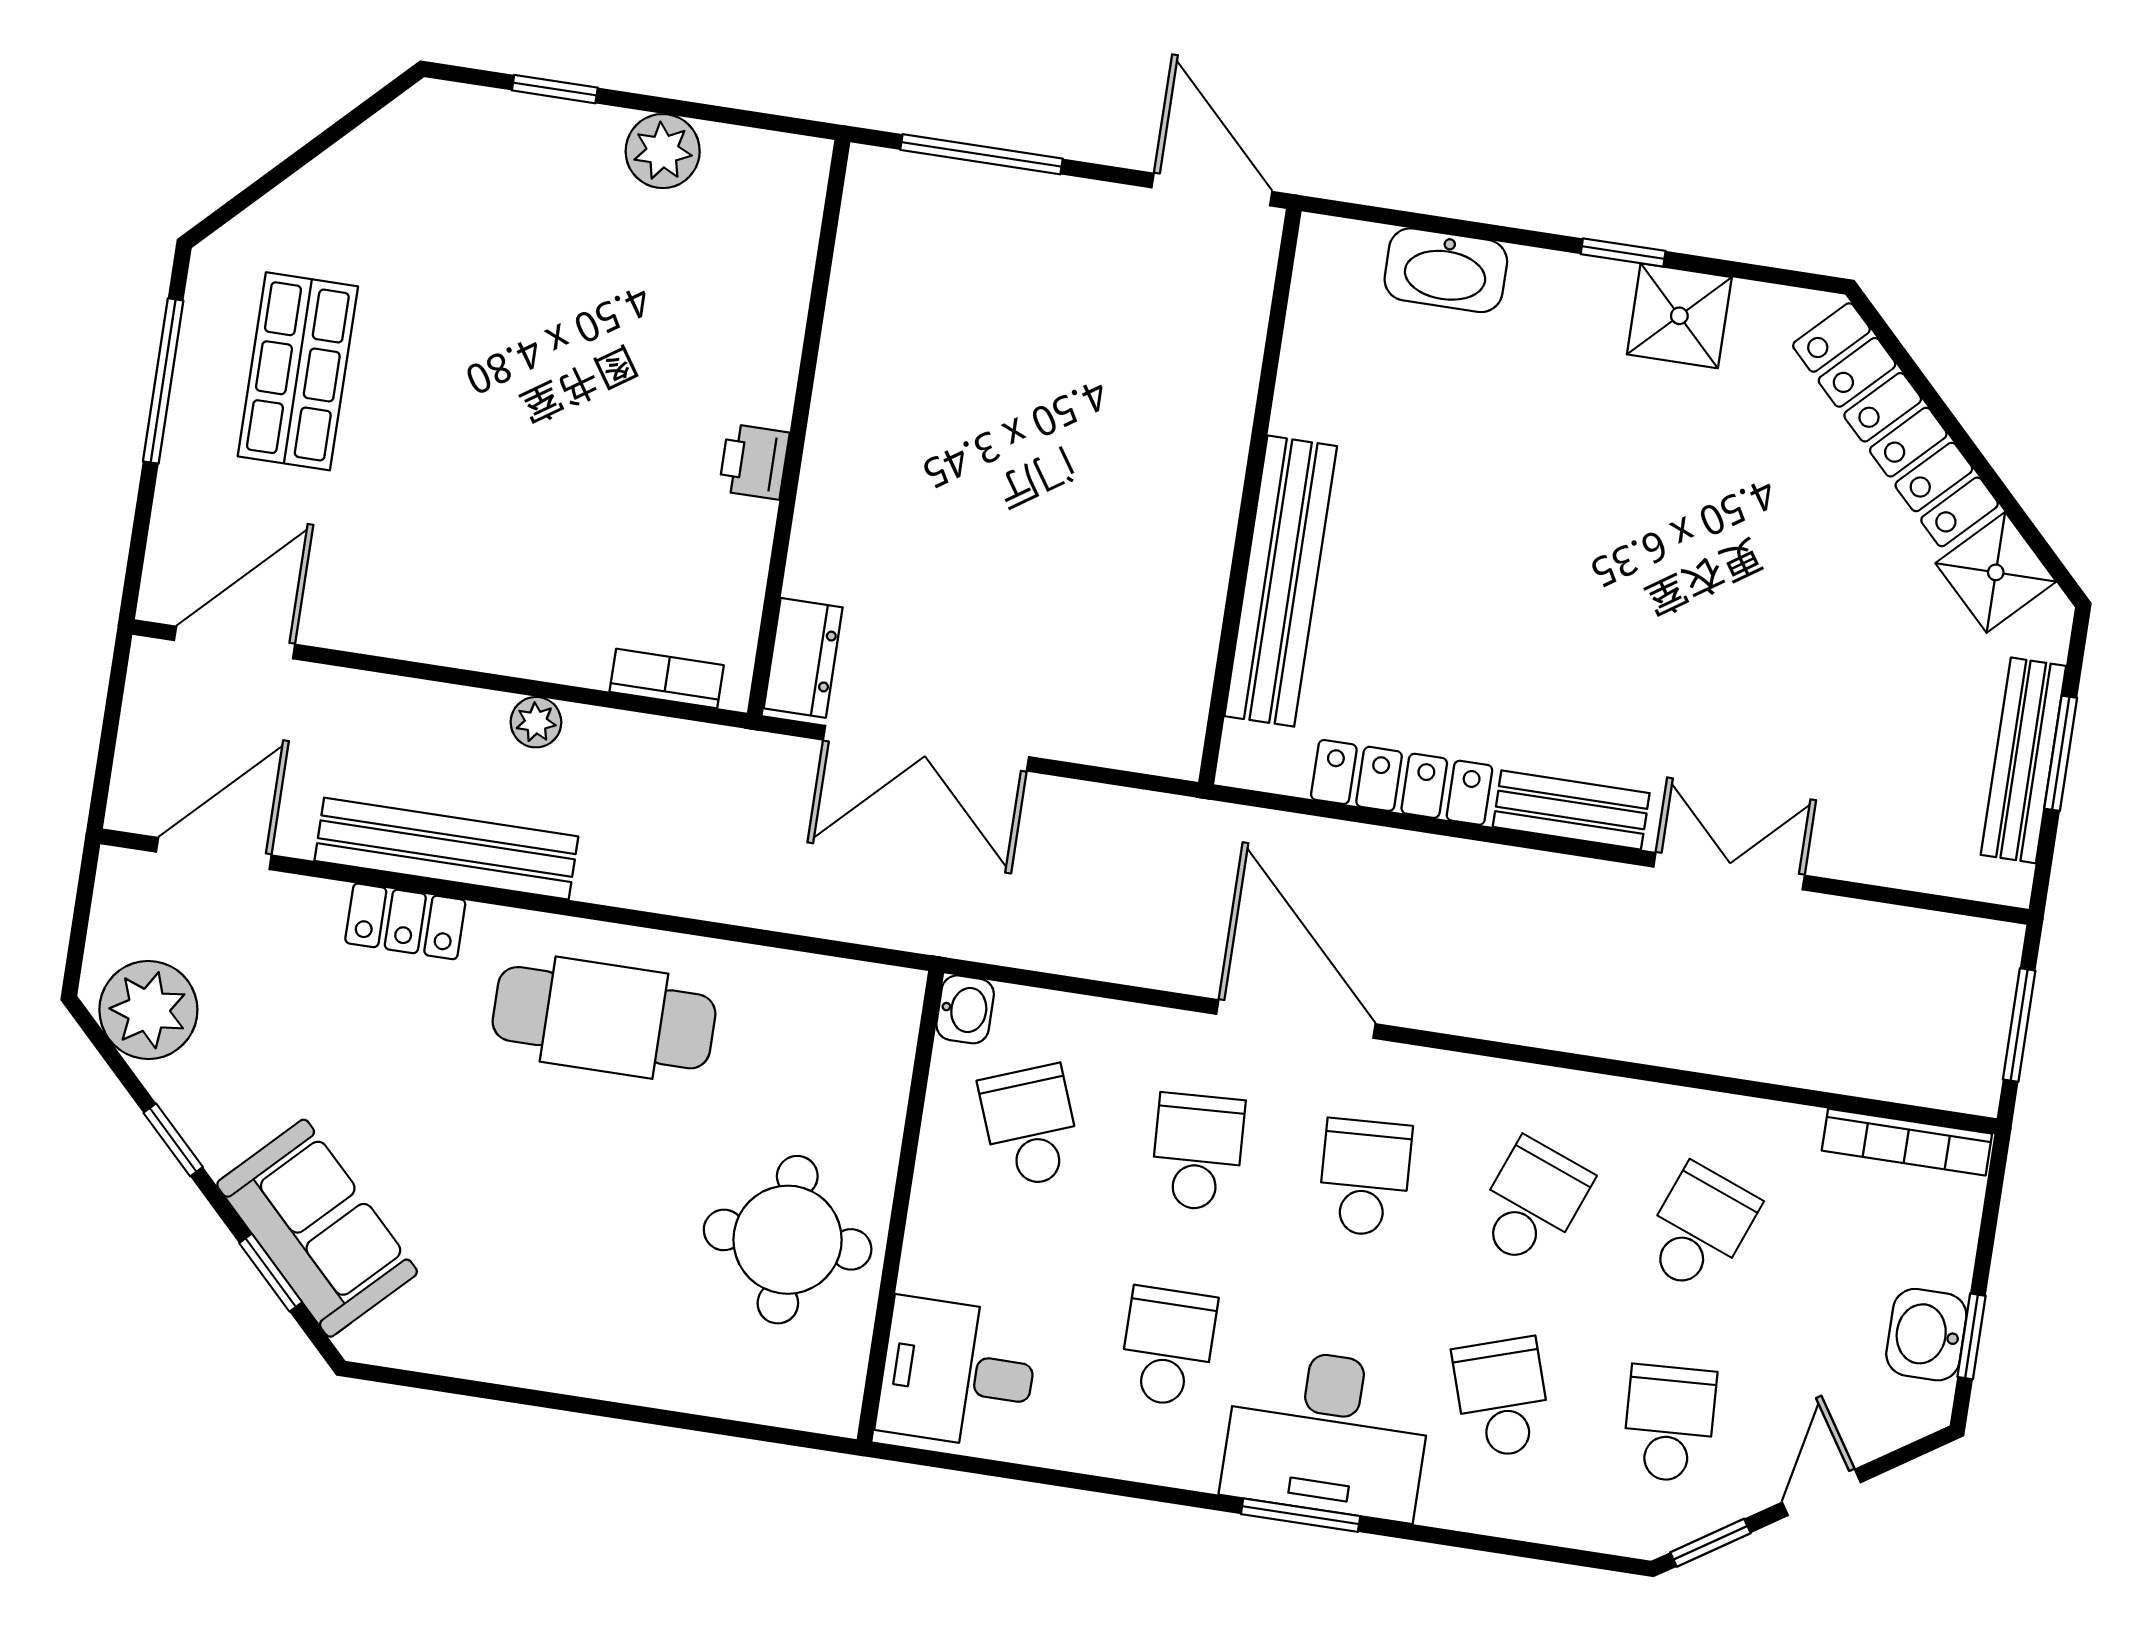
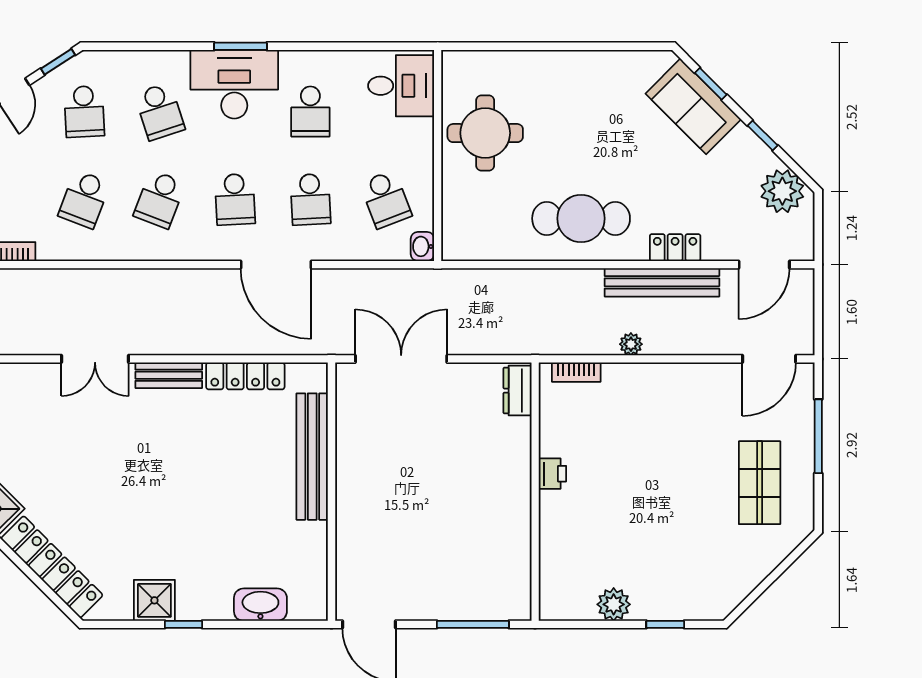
window: (163, 381) -> (818, 436), moved
double door: (926, 748) -> (401, 359), moved

